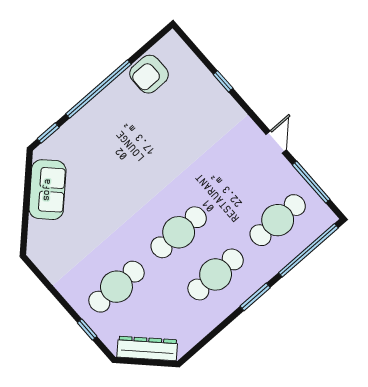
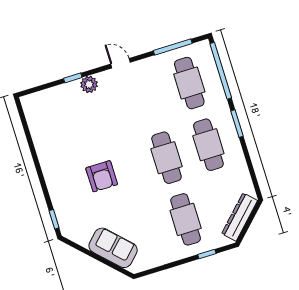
armchair: (149, 74) -> (102, 176), moved
window: (99, 89) -> (39, 169), removed
plant: (224, 104) -> (89, 84), added
door: (276, 142) -> (120, 63), moved
sofa: (47, 190) -> (113, 248), moved

